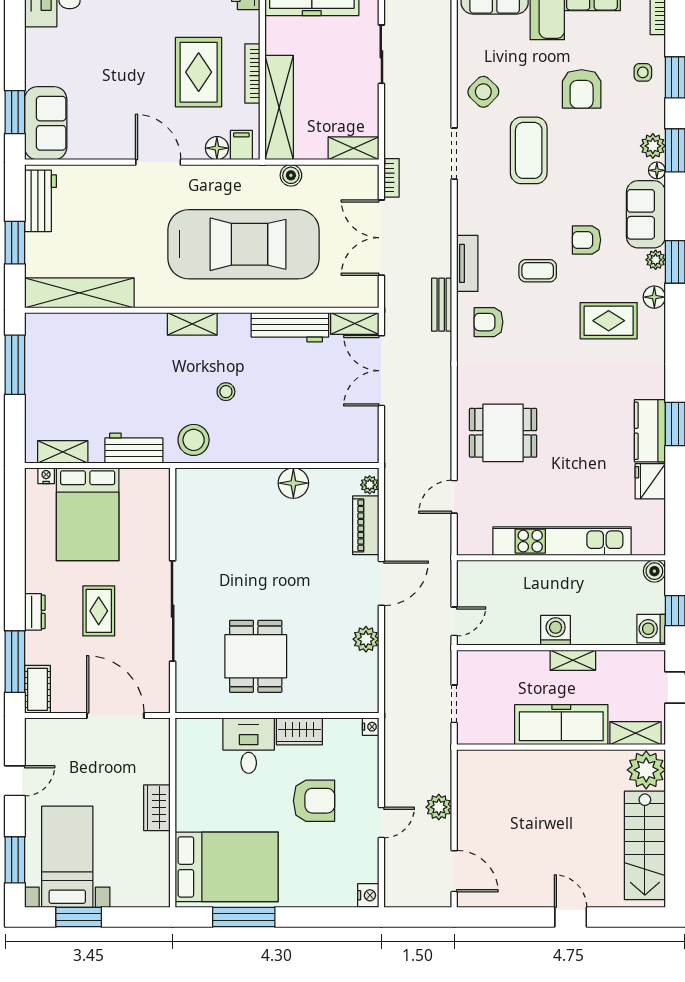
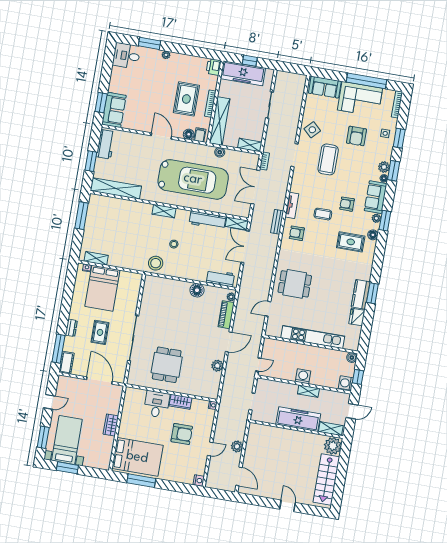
workbench: (134, 448) -> (220, 278), moved

